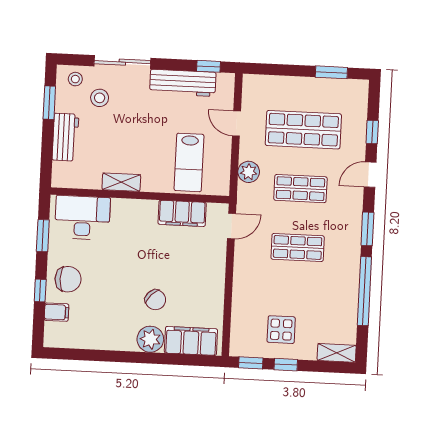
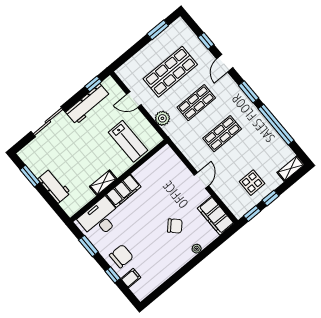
stool: (75, 79) -> (32, 152), removed
stool: (100, 98) -> (53, 150), removed
filing cabinet: (182, 213) -> (123, 191), moved
door: (232, 226) -> (201, 180), moved
plant: (150, 339) -> (197, 249), width x0.53, depth x0.53
filing cabinet: (191, 341) -> (216, 216), moved, turned -90

